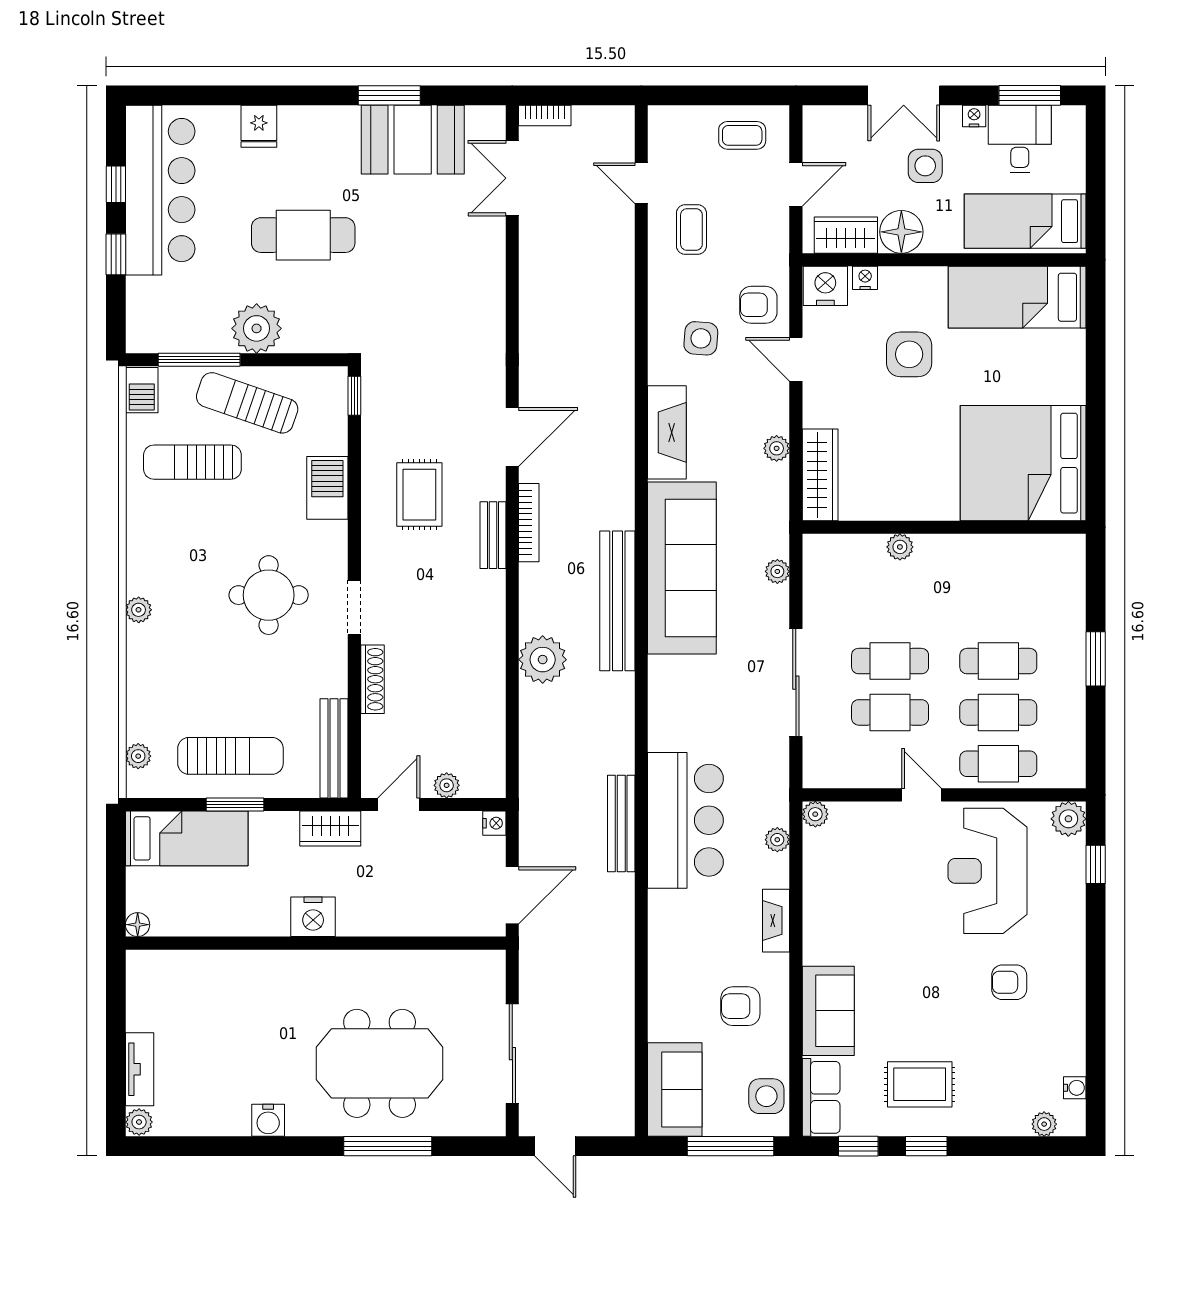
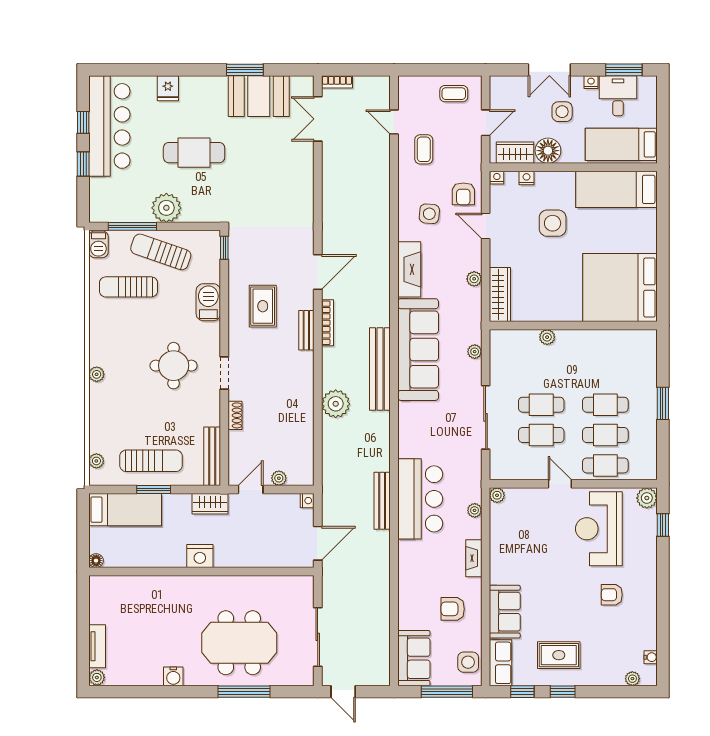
nightstand: (825, 286) -> (497, 178), width x0.53, depth x0.56
armchair: (758, 305) -> (463, 194), turned -90
shoe rack: (372, 679) -> (235, 415), width x0.70

